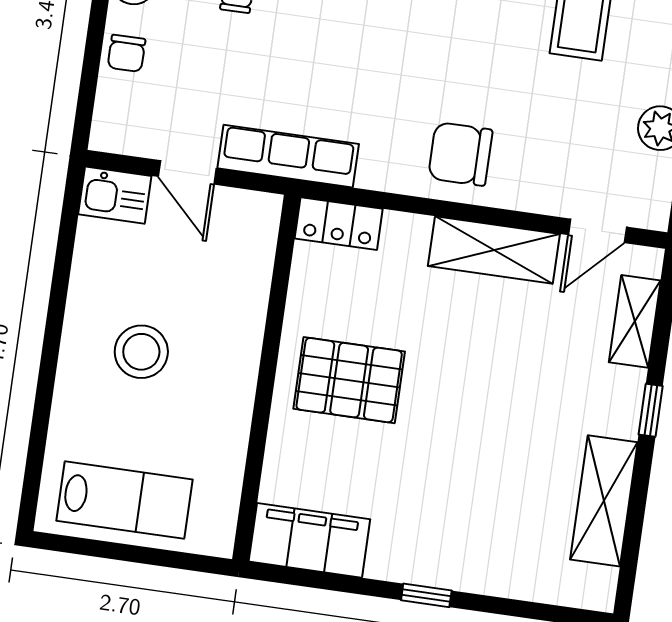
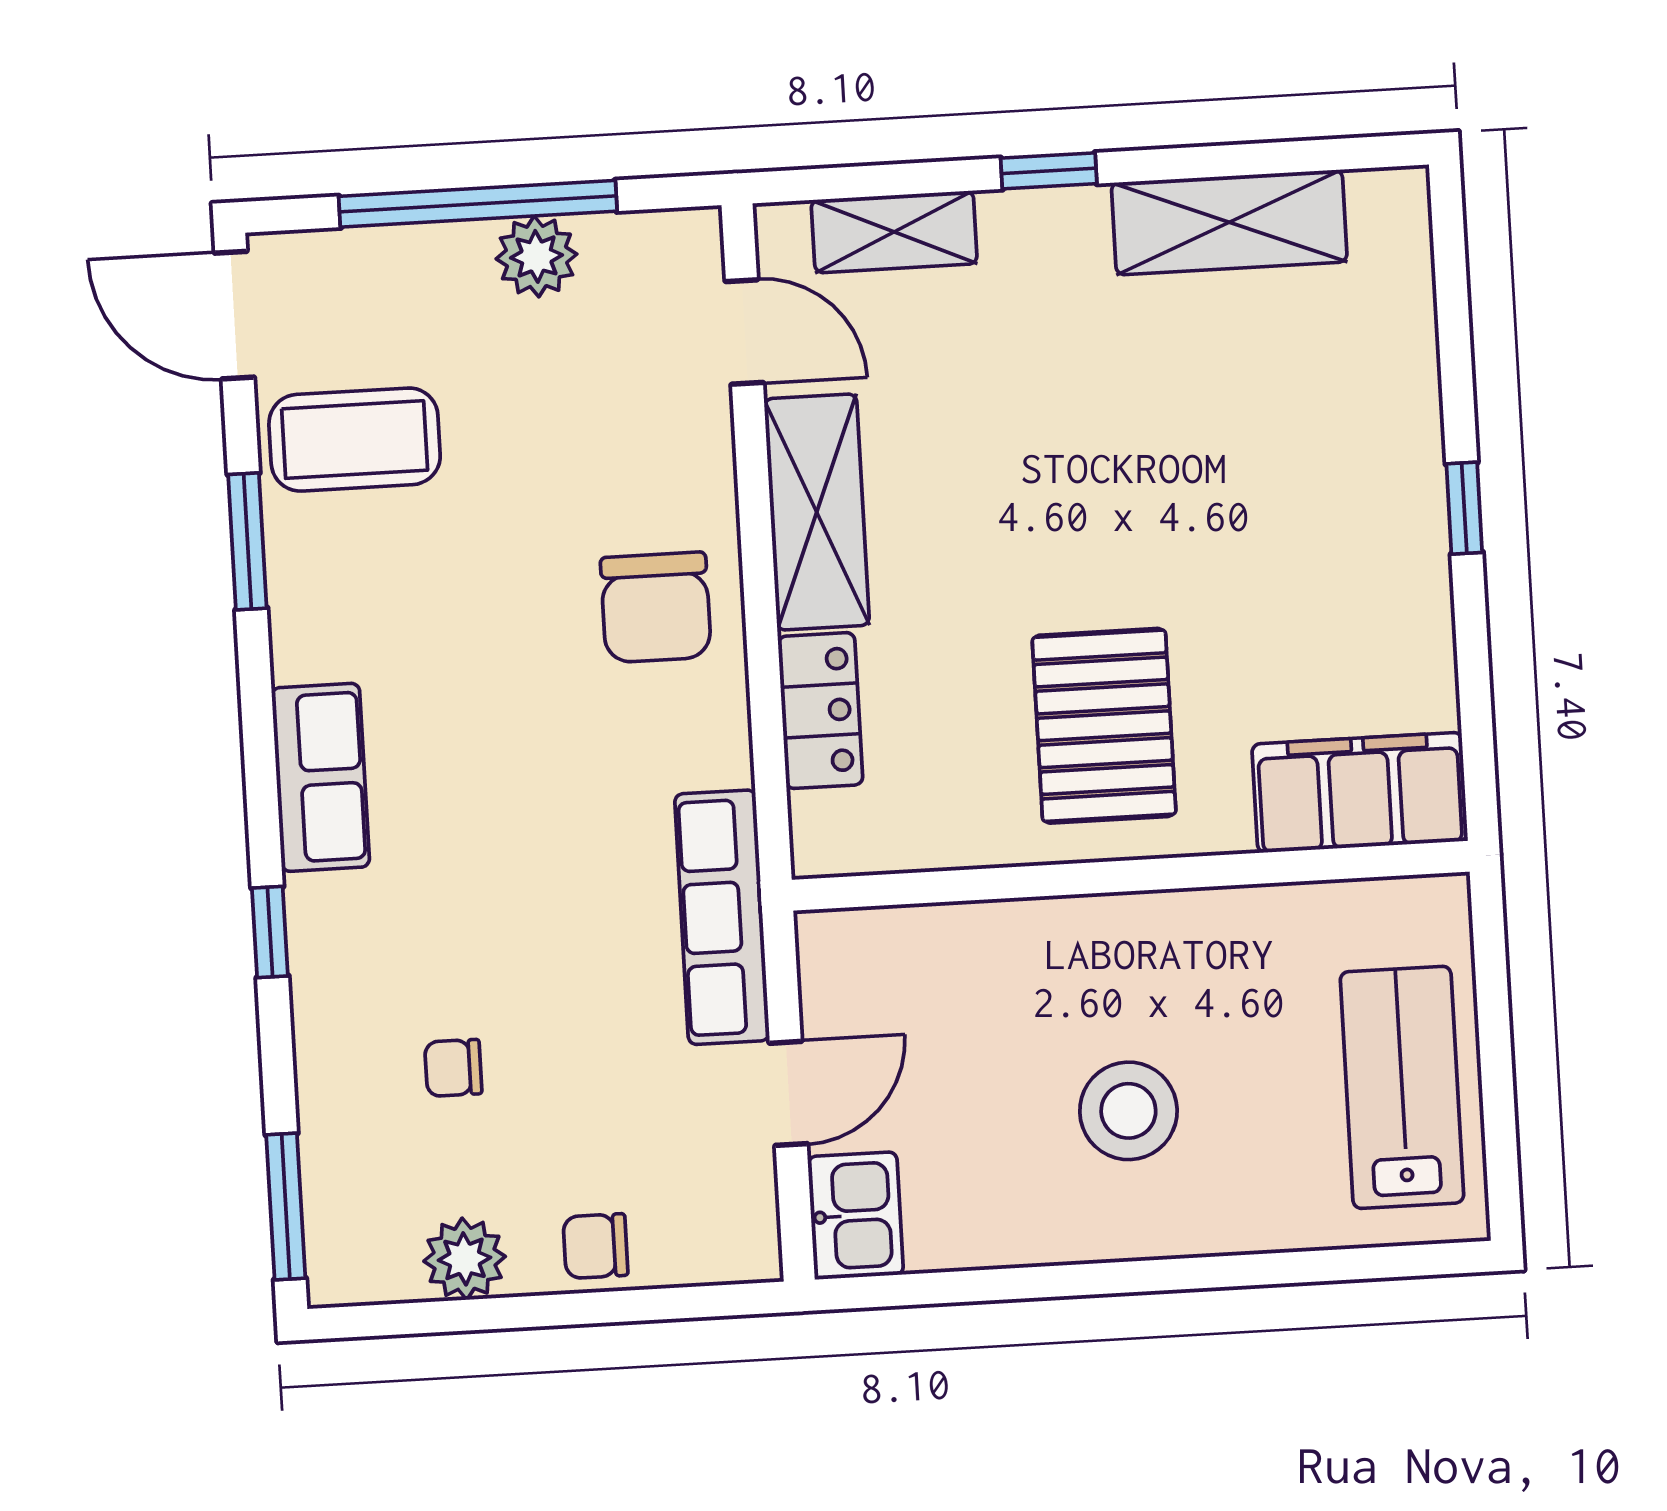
chair: (127, 53) -> (595, 1246), turned 180
locker: (339, 224) -> (820, 711), moved
filing cabinet: (309, 540) -> (1360, 793), moved, turned 90

